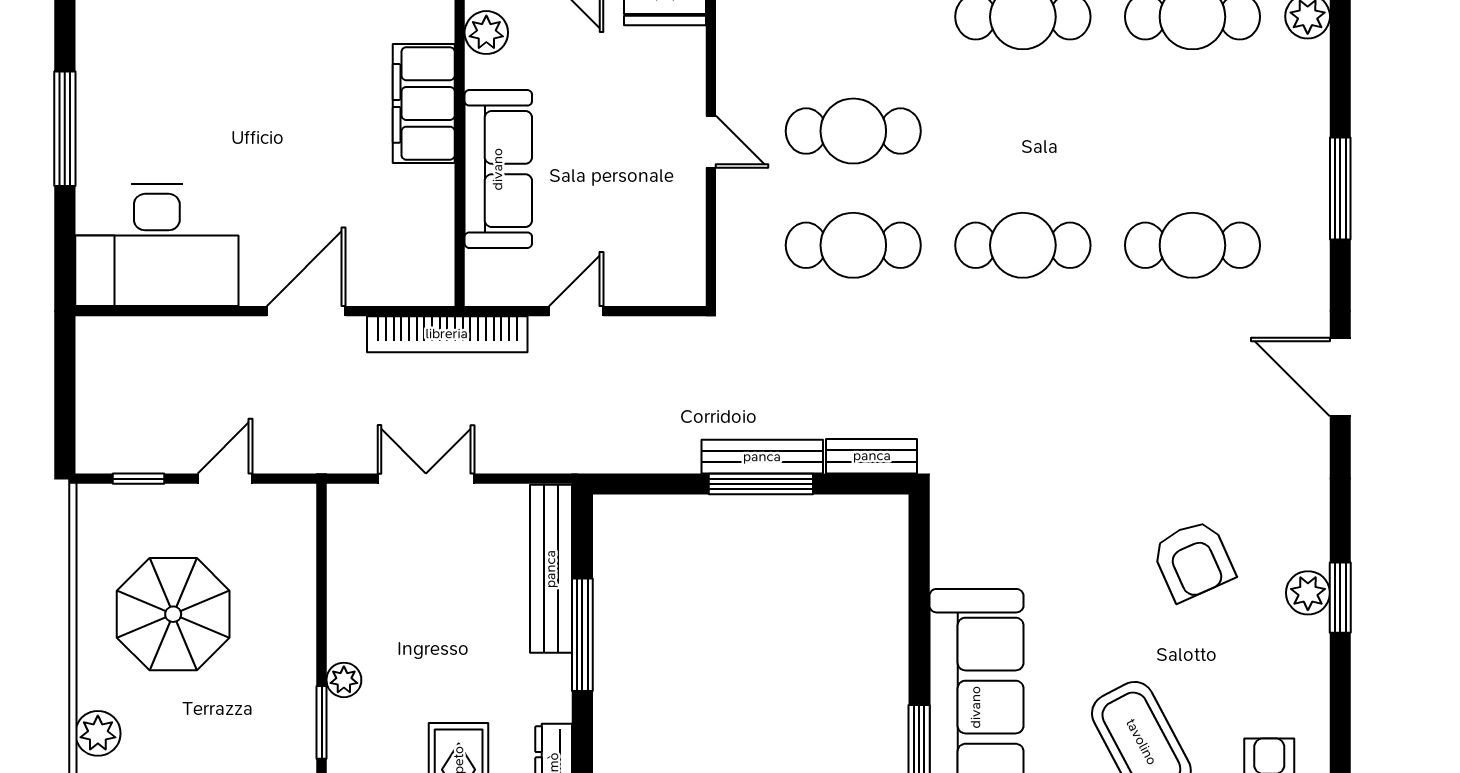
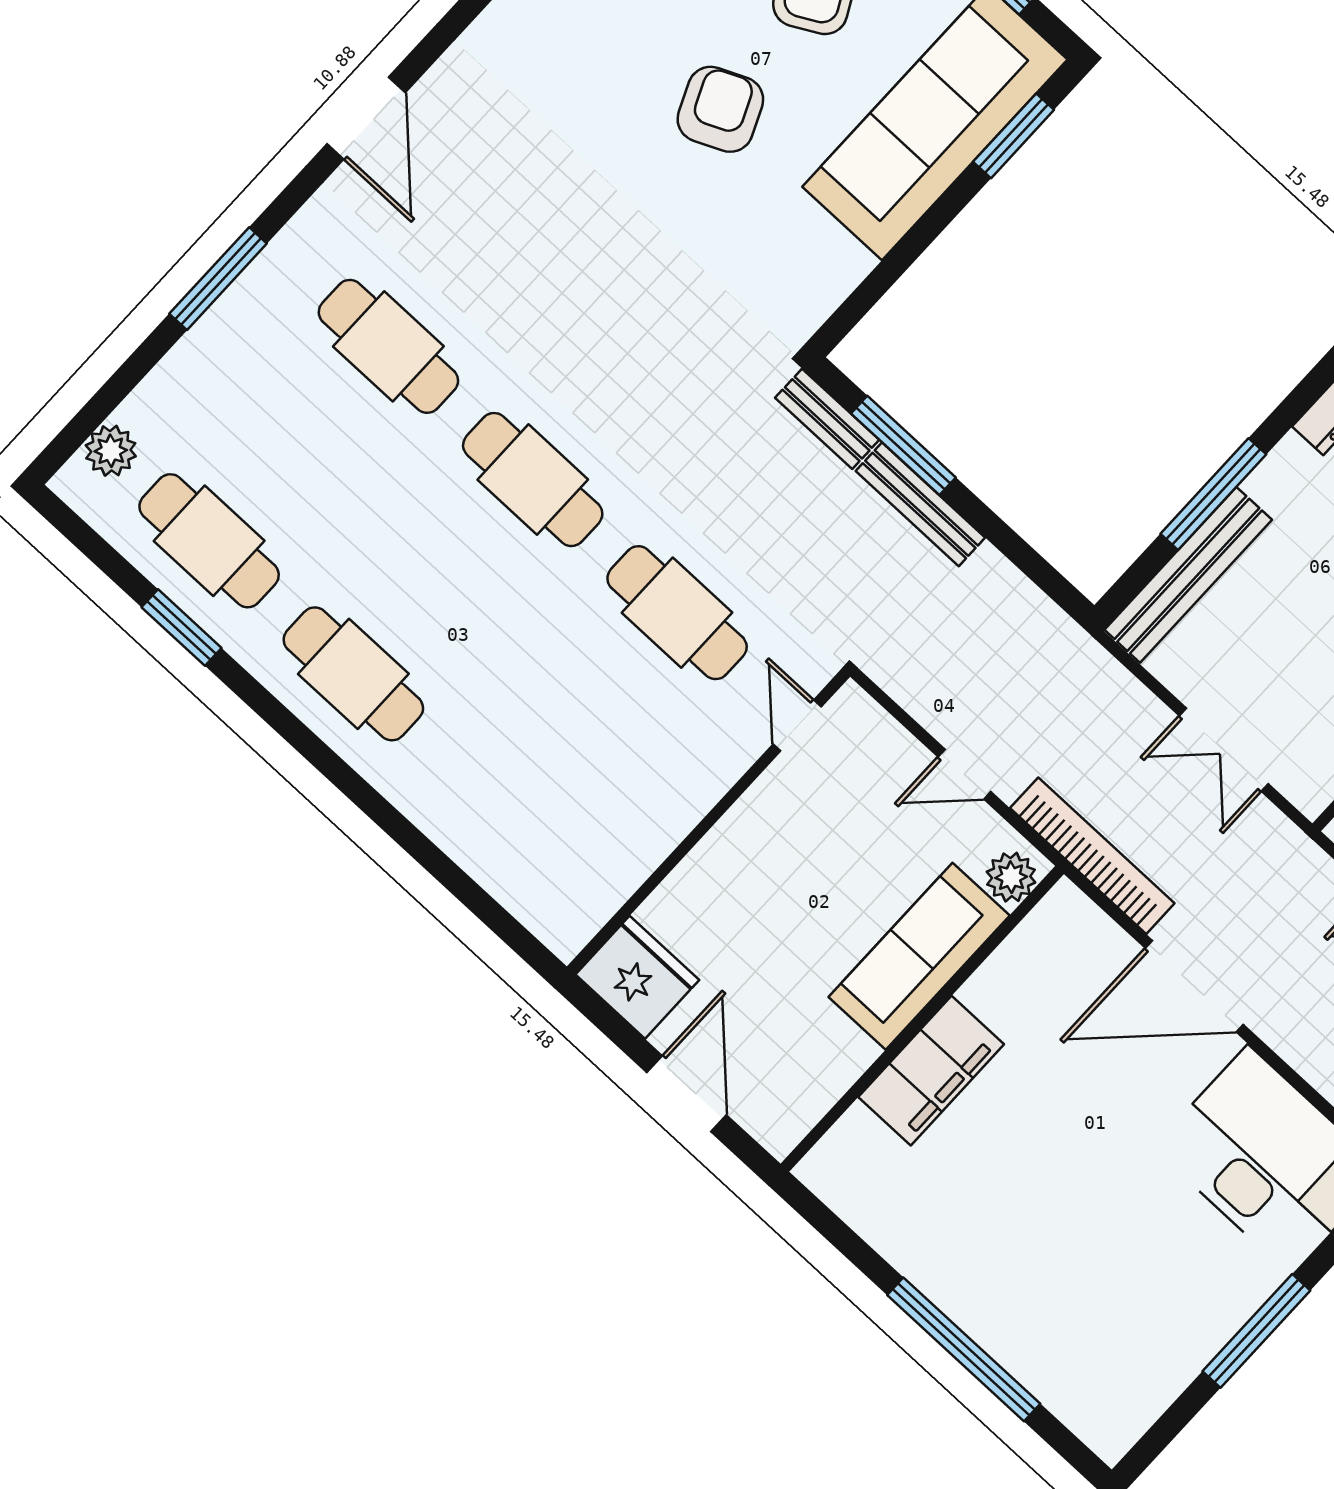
plant: (486, 33) -> (1011, 877), moved
cafe table: (853, 131) -> (587, 710), removed
door: (711, 142) -> (797, 726), moved
door: (306, 311) -> (1194, 986), width x1.36
window: (761, 484) -> (903, 445), moved
armchair: (1193, 560) -> (720, 109), moved

